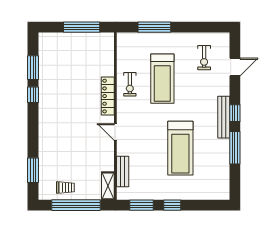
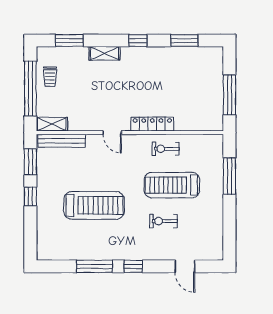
exercise bike: (204, 58) -> (163, 221), moved
window: (33, 95) -> (138, 41), moved
bench: (224, 117) -> (129, 254), removed
door: (115, 132) -> (112, 133), swing flipped
shelving: (44, 139) -> (105, 53), added
treadmill: (180, 148) -> (94, 205), turned 180
bench: (123, 172) -> (62, 141), width x1.36

